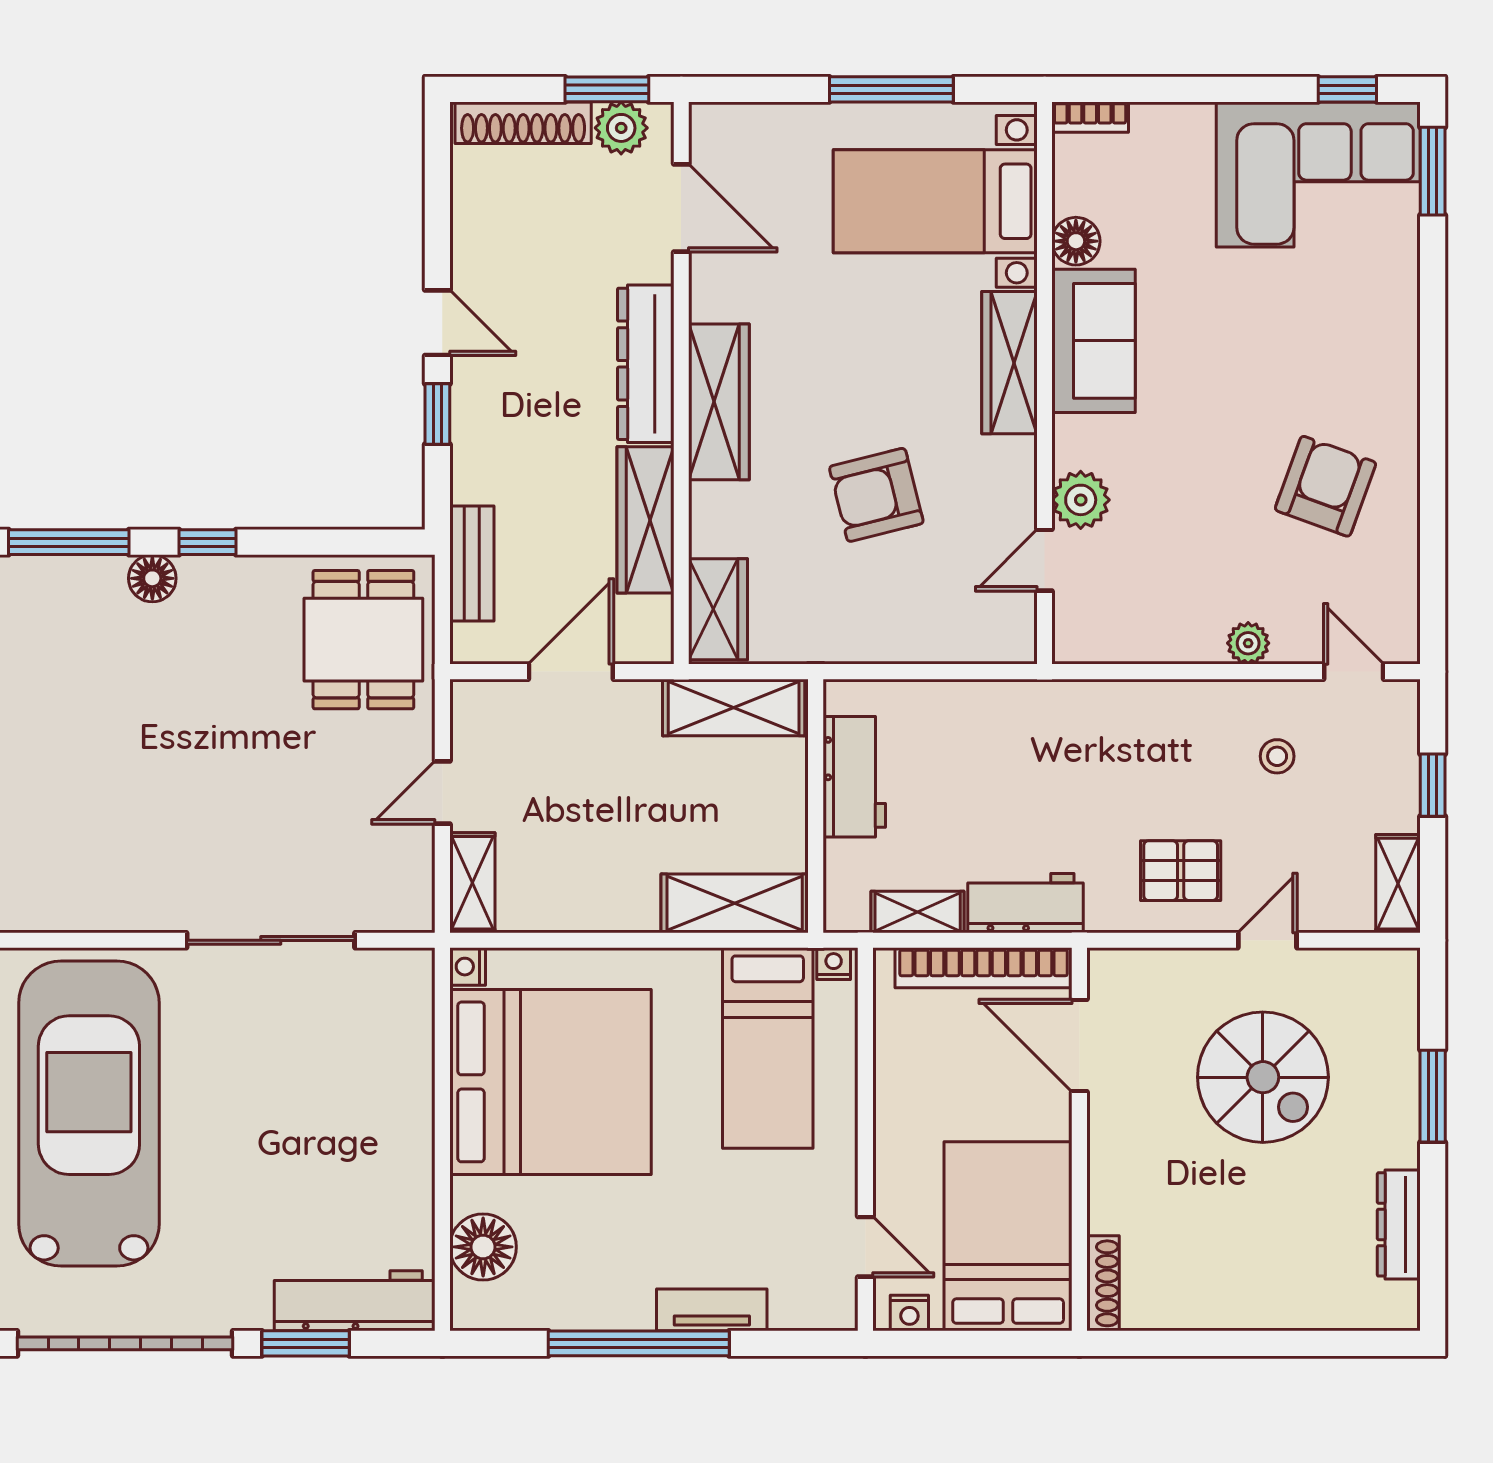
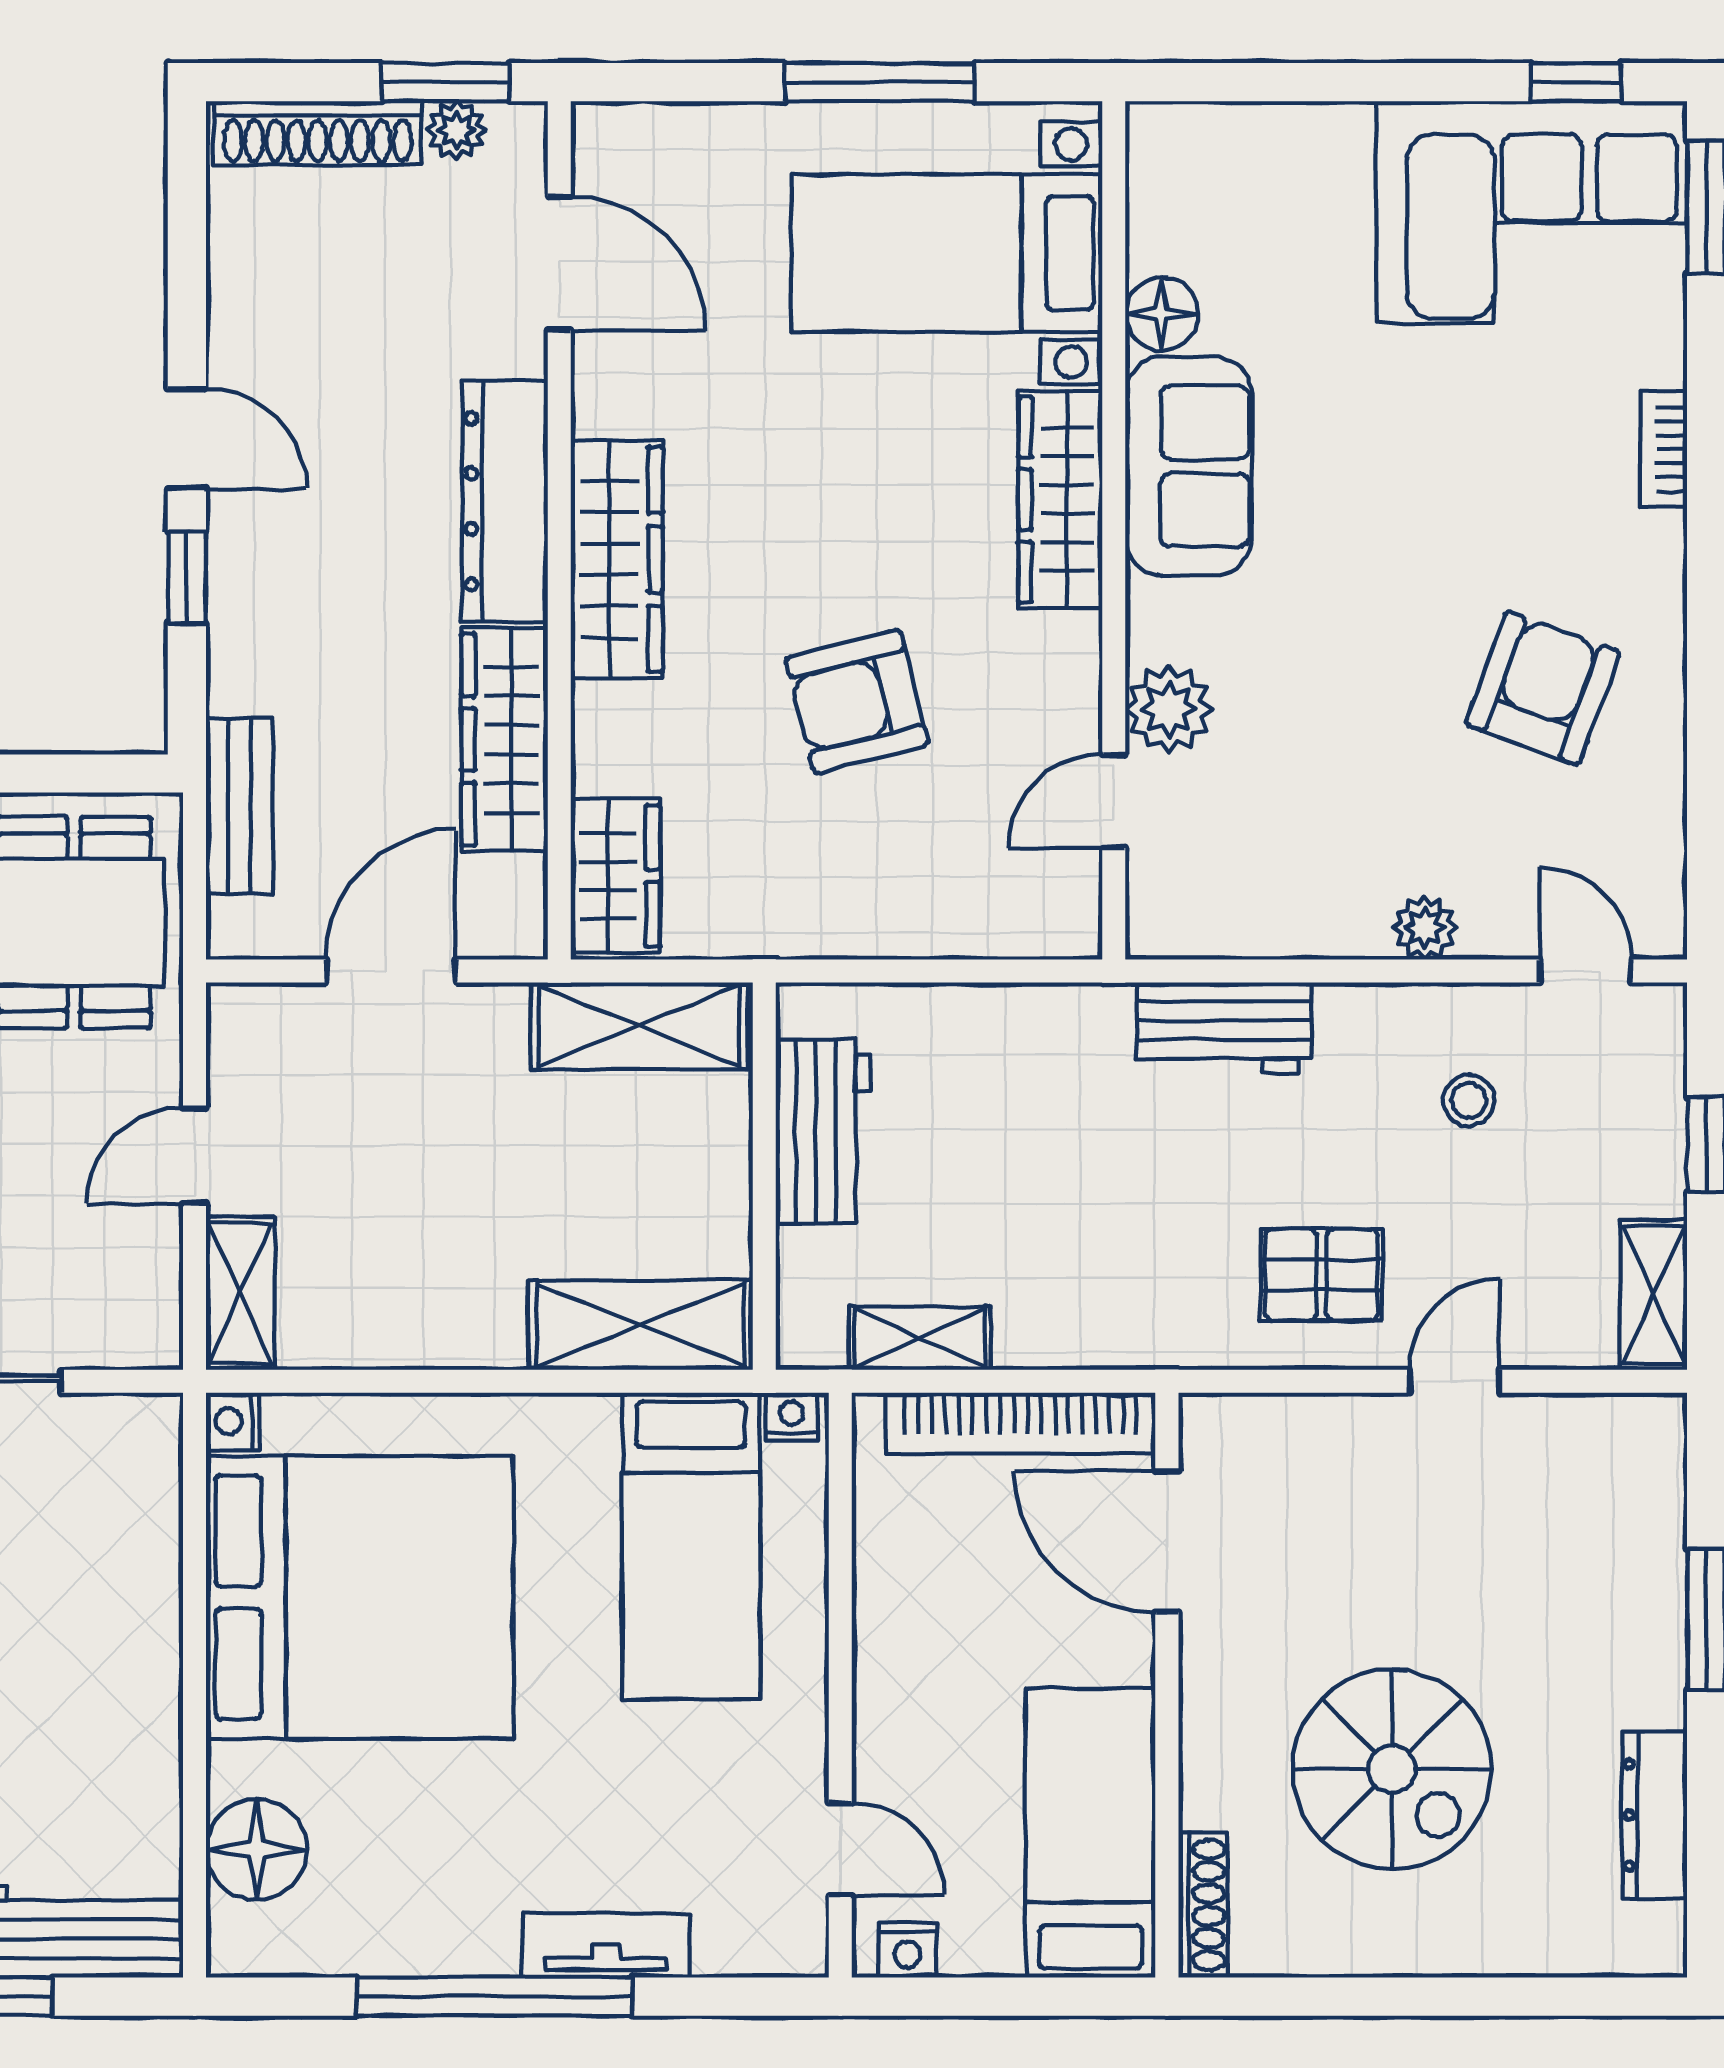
bookcase: (1090, 117) -> (1664, 449), moved, turned 90
plant: (621, 128) -> (457, 130), width x0.73, depth x0.73
workbench: (1026, 903) -> (1224, 1028), moved, turned 180
spiral stairs: (1263, 1077) -> (1392, 1769), moved
bed: (1008, 1236) -> (1091, 1833), width x0.67

